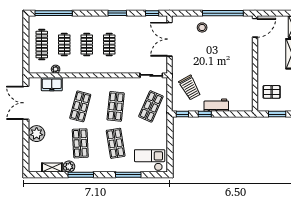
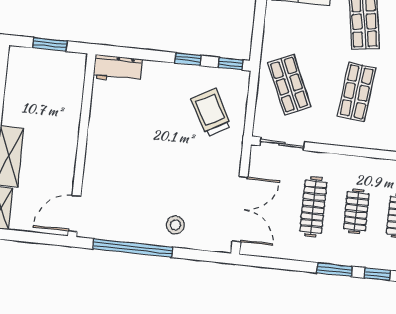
window: (152, 13) -> (377, 274), moved
clothes rail: (132, 45) -> (313, 207), added
pallet: (272, 92) -> (56, 88), removed
workbench: (216, 105) -> (118, 69), moved
shop shelf: (151, 106) -> (289, 85), turned -48

